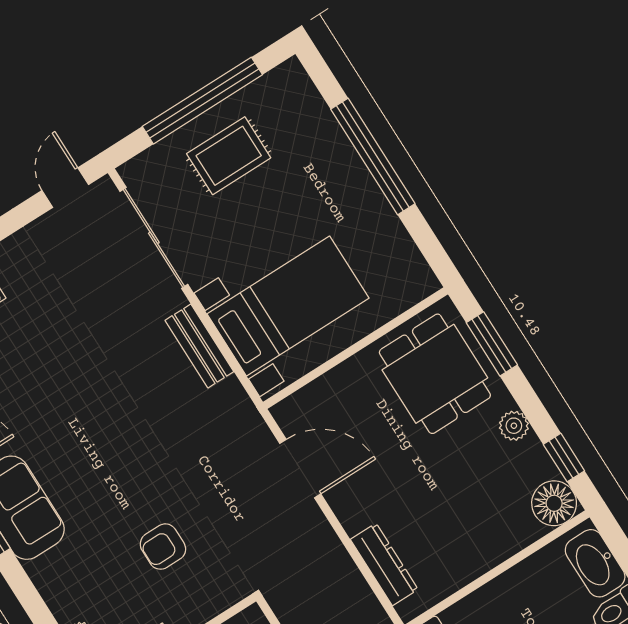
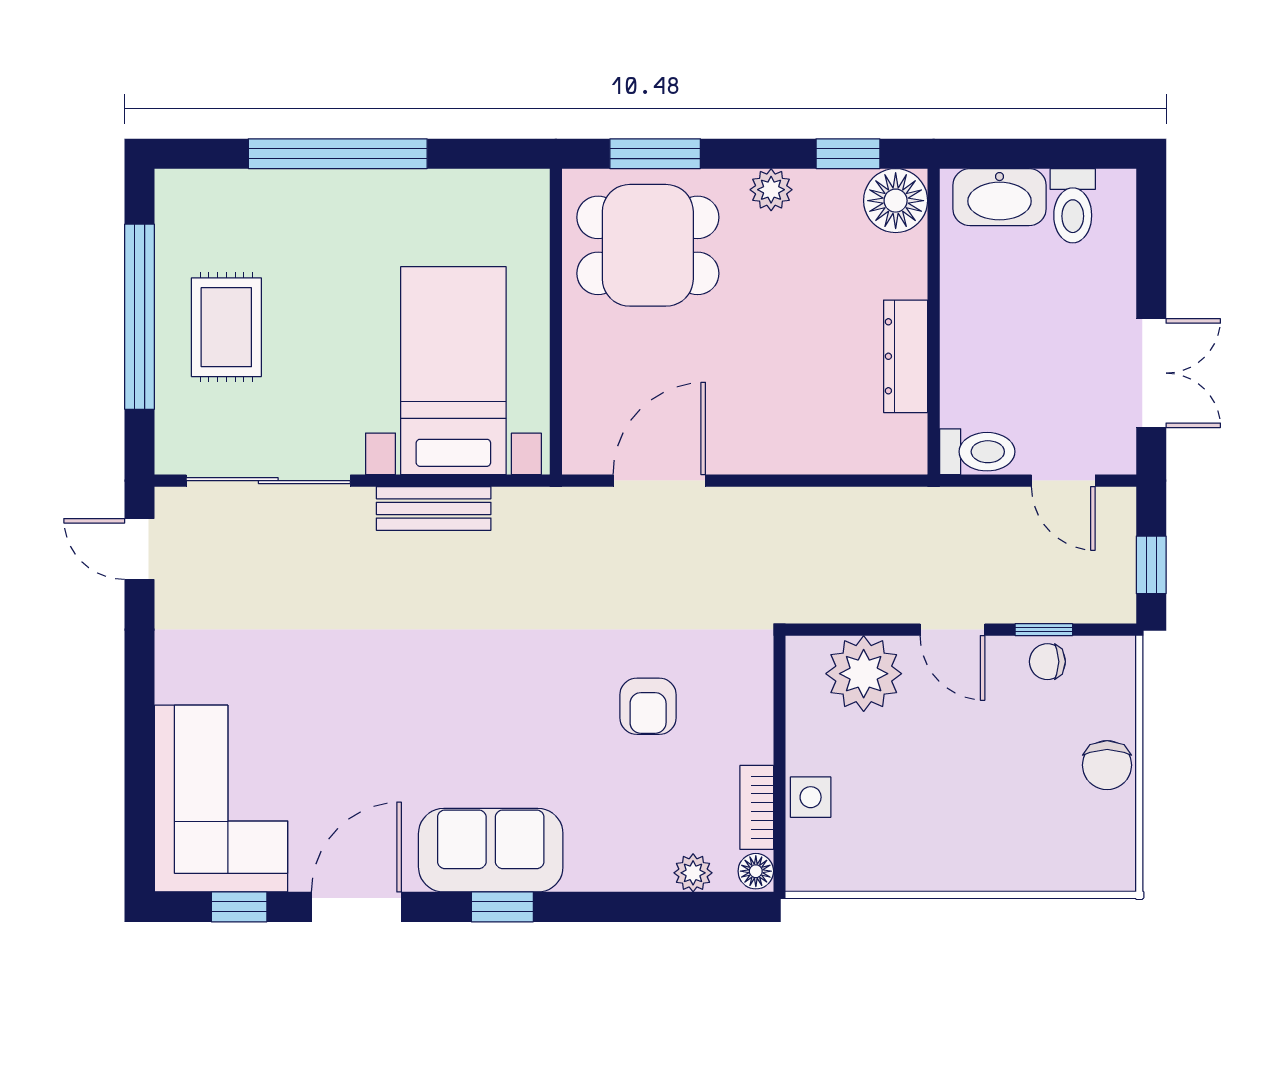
dresser: (384, 564) -> (906, 356), moved, turned -90

